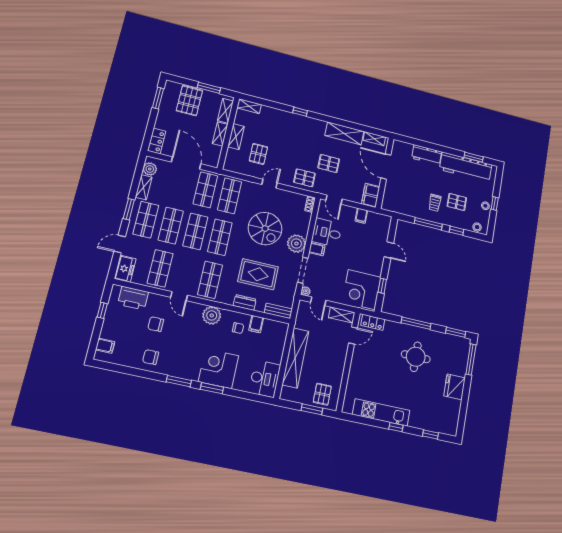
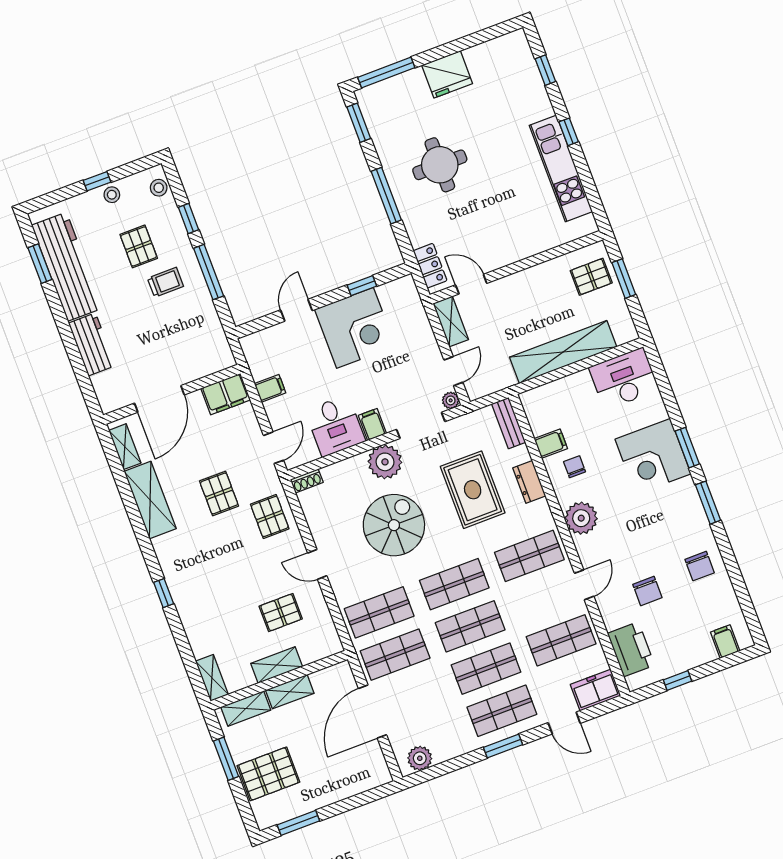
locker: (157, 141) -> (369, 778), removed
shelving: (144, 187) -> (454, 748), removed
corner desk: (362, 290) -> (355, 328), moved

